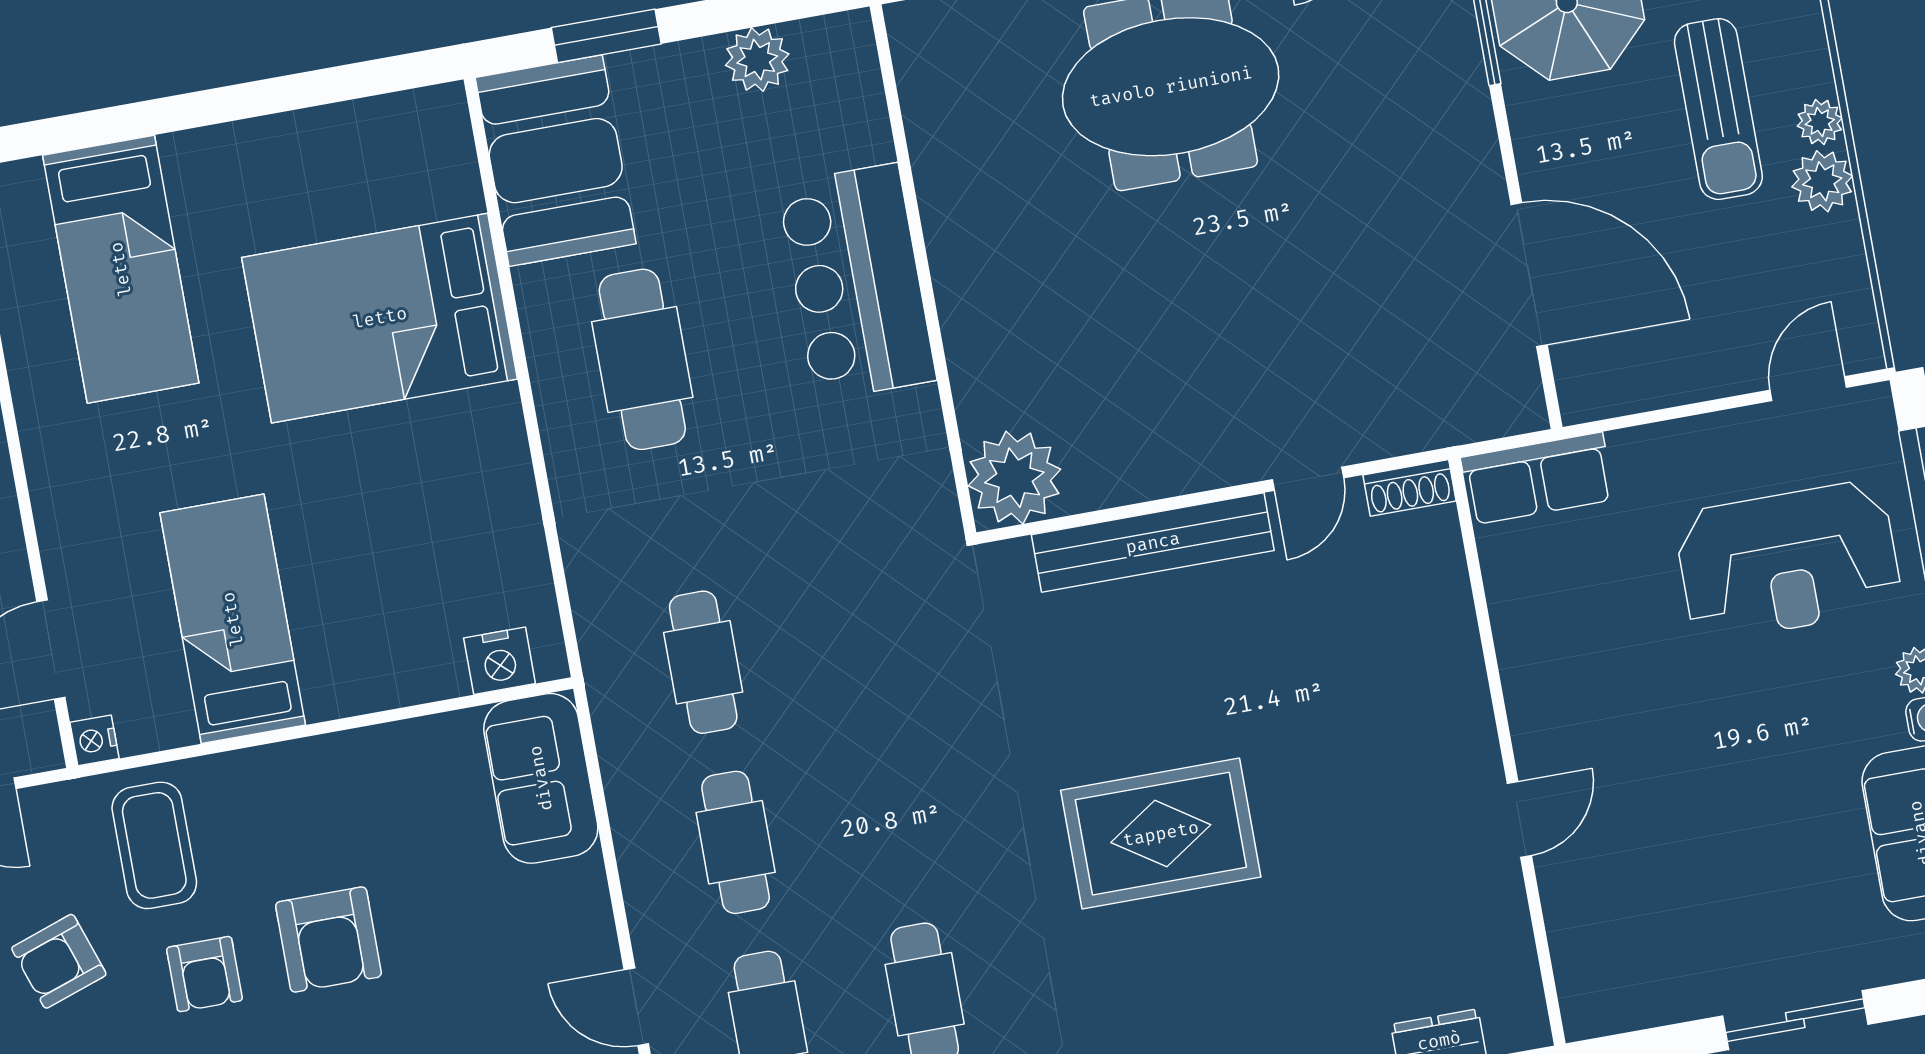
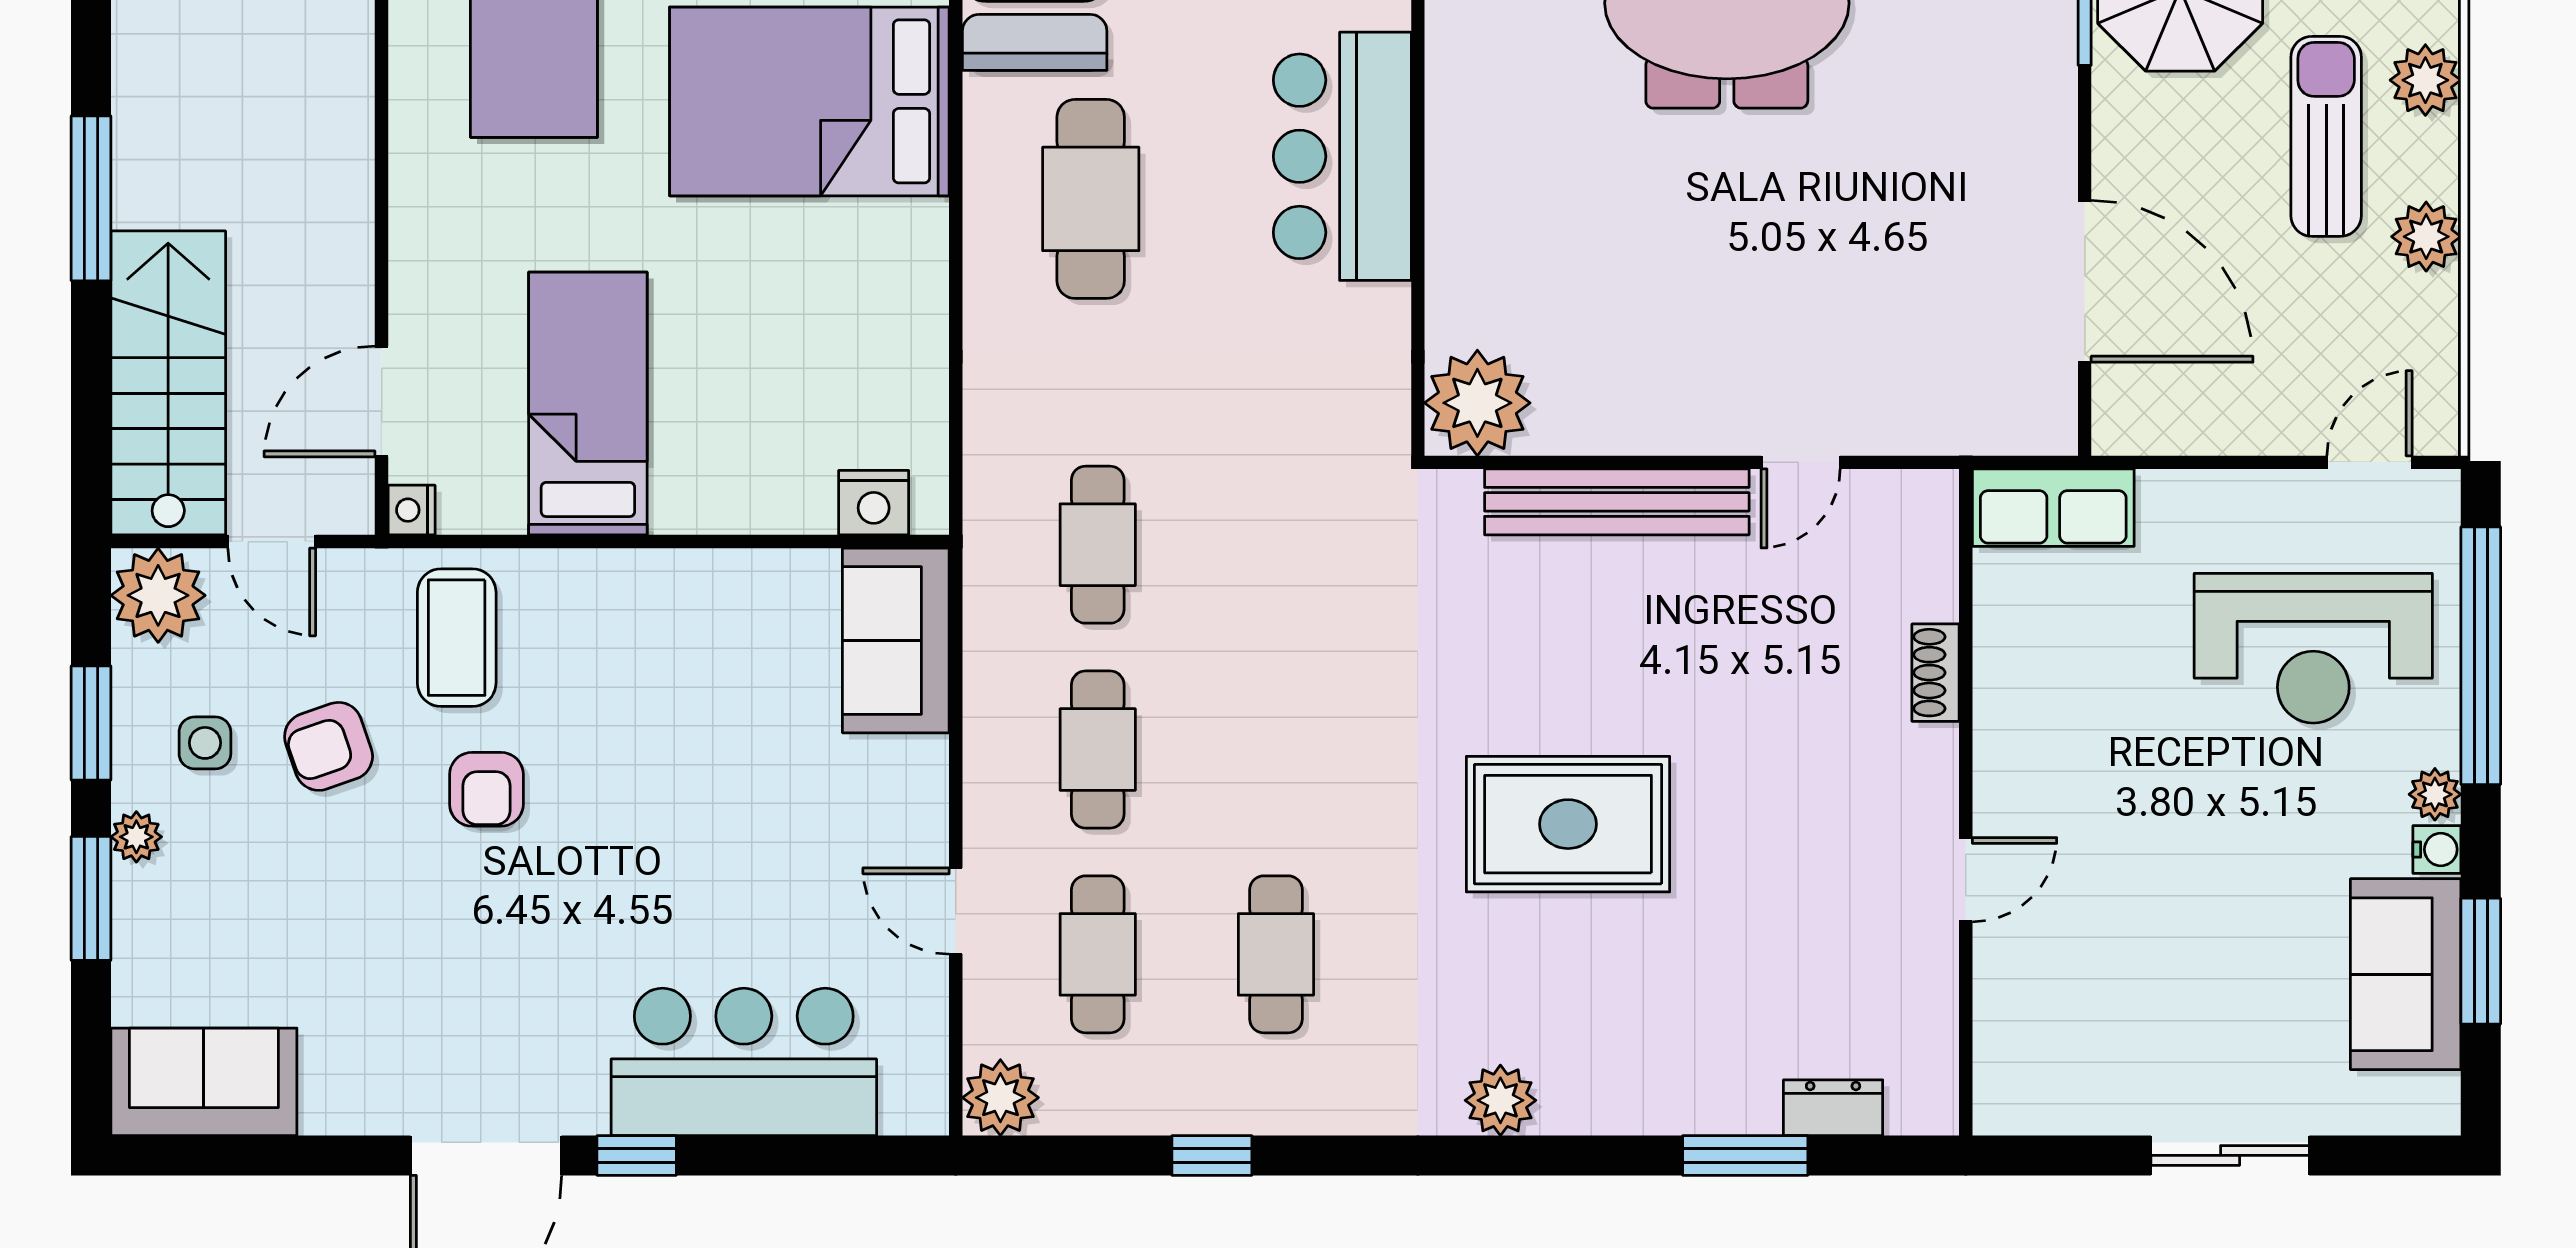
sun lounger: (1718, 109) -> (2326, 136), turned 180
plant: (1820, 122) -> (2425, 80), moved, width x1.38, depth x1.38
shoe rack: (1409, 488) -> (1936, 673), moved, turned 90
armchair: (328, 939) -> (630, 776), removed

